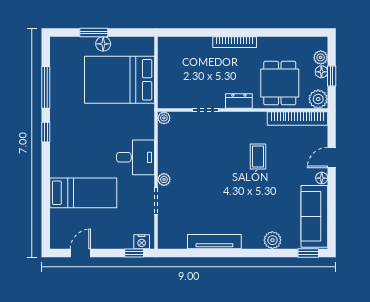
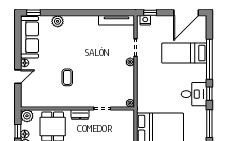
bookcase: (298, 118) -> (41, 103), removed
desk: (136, 157) -> (194, 94), moved, turned 180
window: (46, 184) -> (209, 59), added
tv unit: (214, 242) -> (116, 20), moved
door: (80, 253) -> (186, 13), width x1.88

